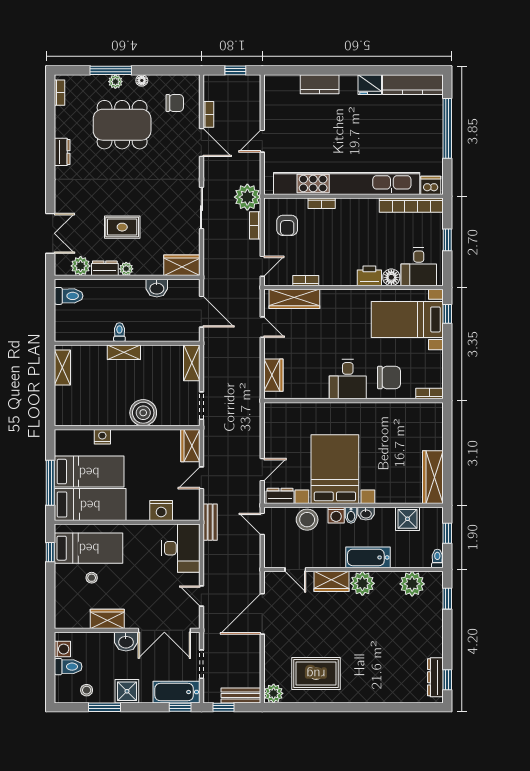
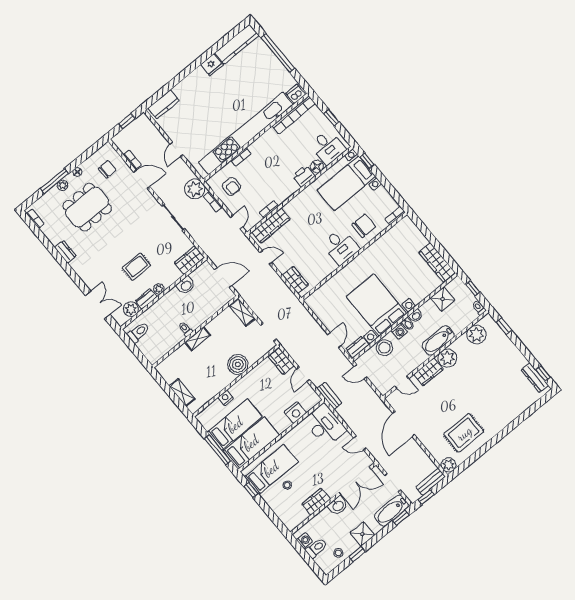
kitchen counter: (320, 84) -> (164, 104), moved
shelving: (62, 367) -> (182, 392), moved
window: (105, 707) -> (357, 554), width x0.67

